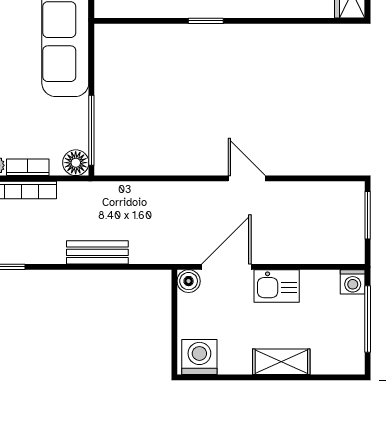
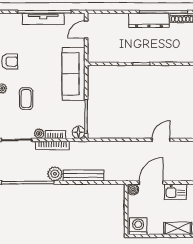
door: (247, 178) -> (161, 140), hinge flipped
plant: (27, 249) -> (55, 174), added
bench: (97, 252) -> (84, 176), width x1.36

